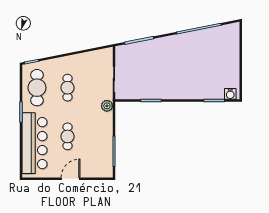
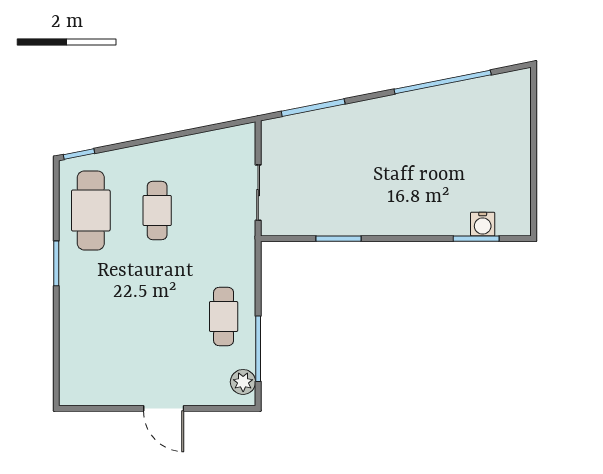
water cooler: (230, 94) -> (483, 224), moved
plant: (107, 106) -> (243, 382), moved
cafe table: (67, 136) -> (224, 316), moved
bar counter: (35, 143) -> (86, 331), removed
door: (70, 179) -> (164, 408), swing flipped

